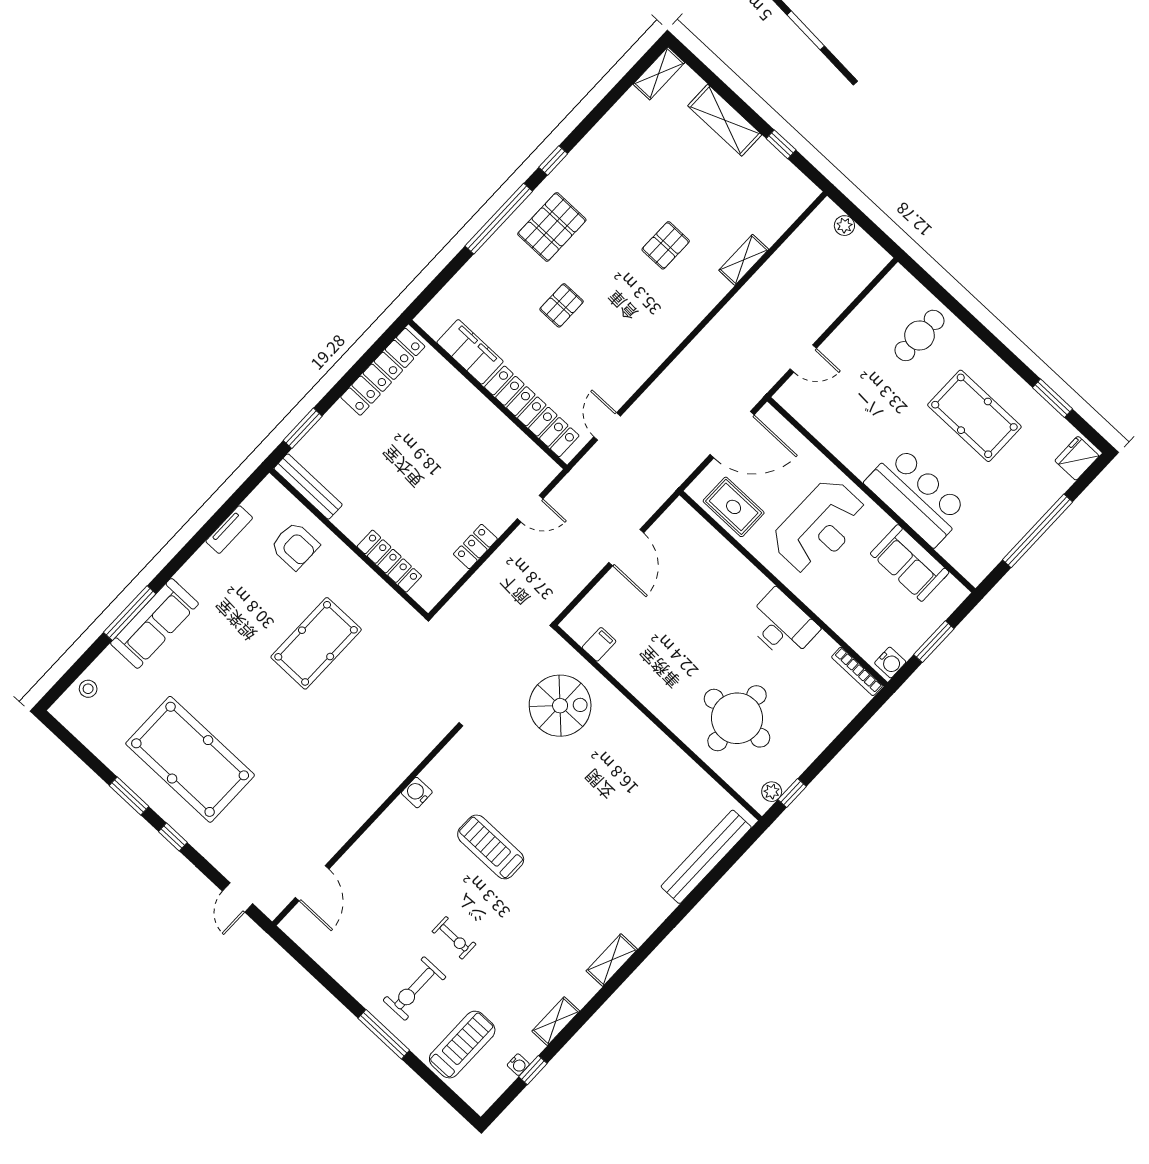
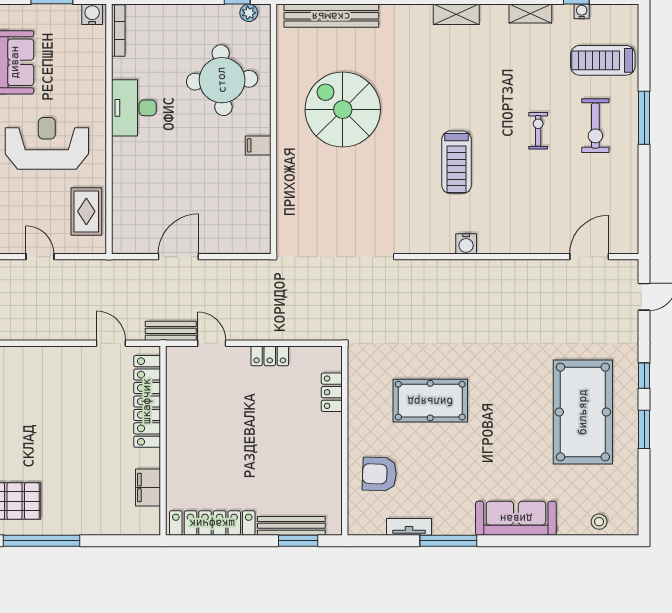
pallet: (562, 305) -> (60, 447), removed
filing cabinet: (470, 352) -> (148, 487), width x0.67, depth x0.86
door: (607, 426) -> (111, 343), swing flipped
door: (732, 435) -> (40, 257), width x0.53
bench: (571, 485) -> (171, 331), added
bench: (308, 487) -> (291, 526), moved, turned 90
armchair: (295, 546) -> (379, 474), turned -88
locker: (389, 561) -> (332, 392), width x0.66
window: (130, 613) -> (448, 541), moved
filing cabinet: (599, 644) -> (258, 145), moved
spiral stairs: (560, 706) -> (343, 110), moved, width x1.37, depth x1.37
exercise bike: (414, 989) -> (595, 126), turned 90

